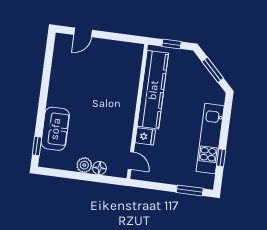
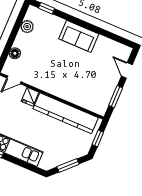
window: (117, 37) -> (116, 97), added
sofa: (55, 129) -> (79, 36), moved
plant: (84, 165) -> (27, 27), moved

